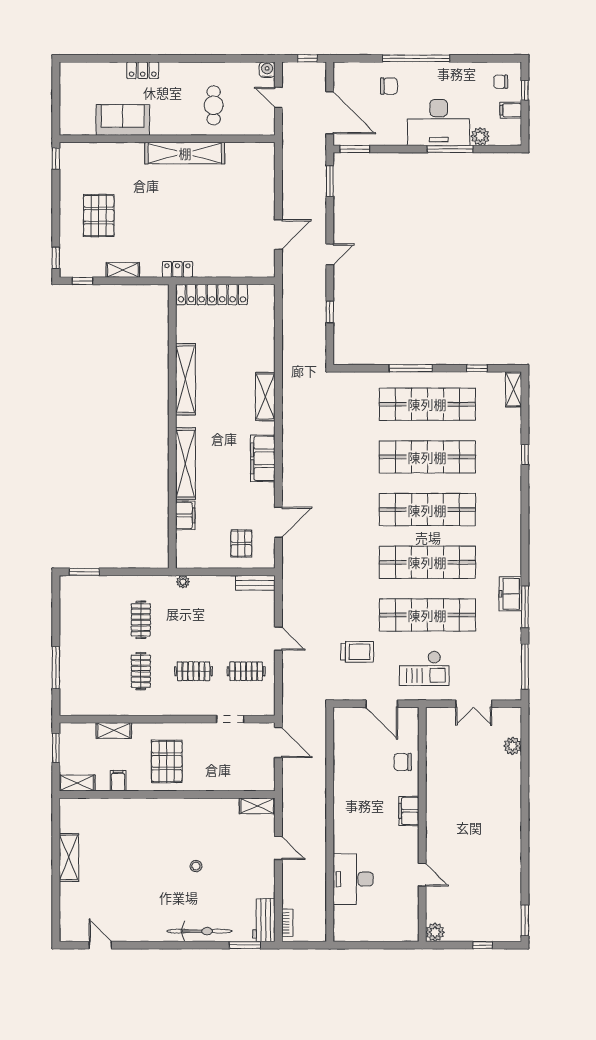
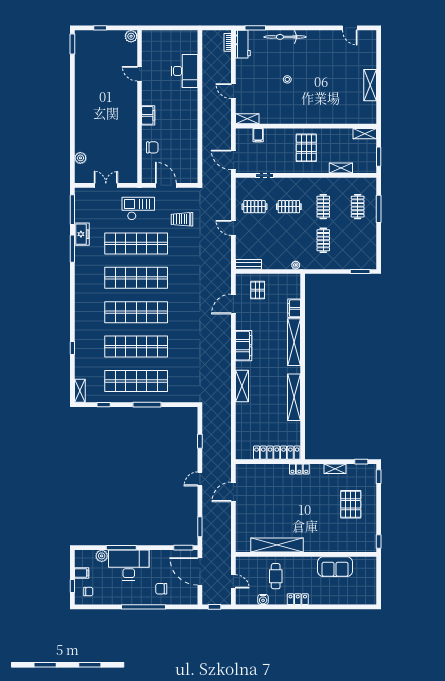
locker: (143, 70) -> (298, 599), moved
water cooler: (267, 70) -> (263, 599), moved
shelving: (185, 153) -> (277, 545), moved
freezer: (510, 594) -> (82, 234), moved
clothes rail: (88, 671) -> (358, 207), added
filing cabinet: (118, 781) -> (258, 135), moved

